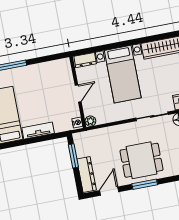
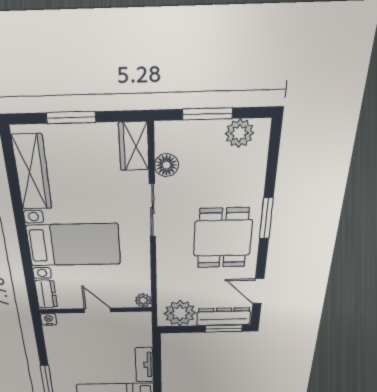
nightstand: (77, 122) -> (49, 319), moved
plant: (85, 146) -> (180, 313), added
window: (73, 156) -> (224, 328), moved
window: (145, 184) -> (266, 218), moved

